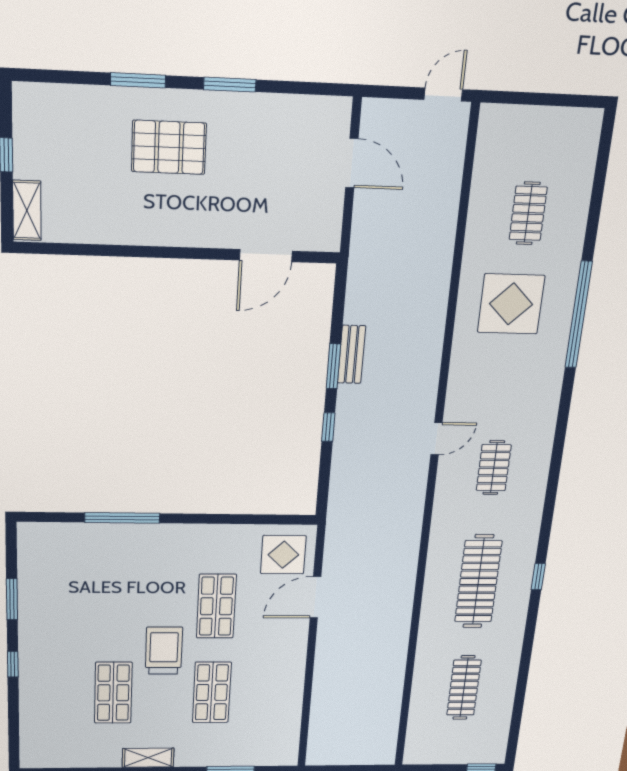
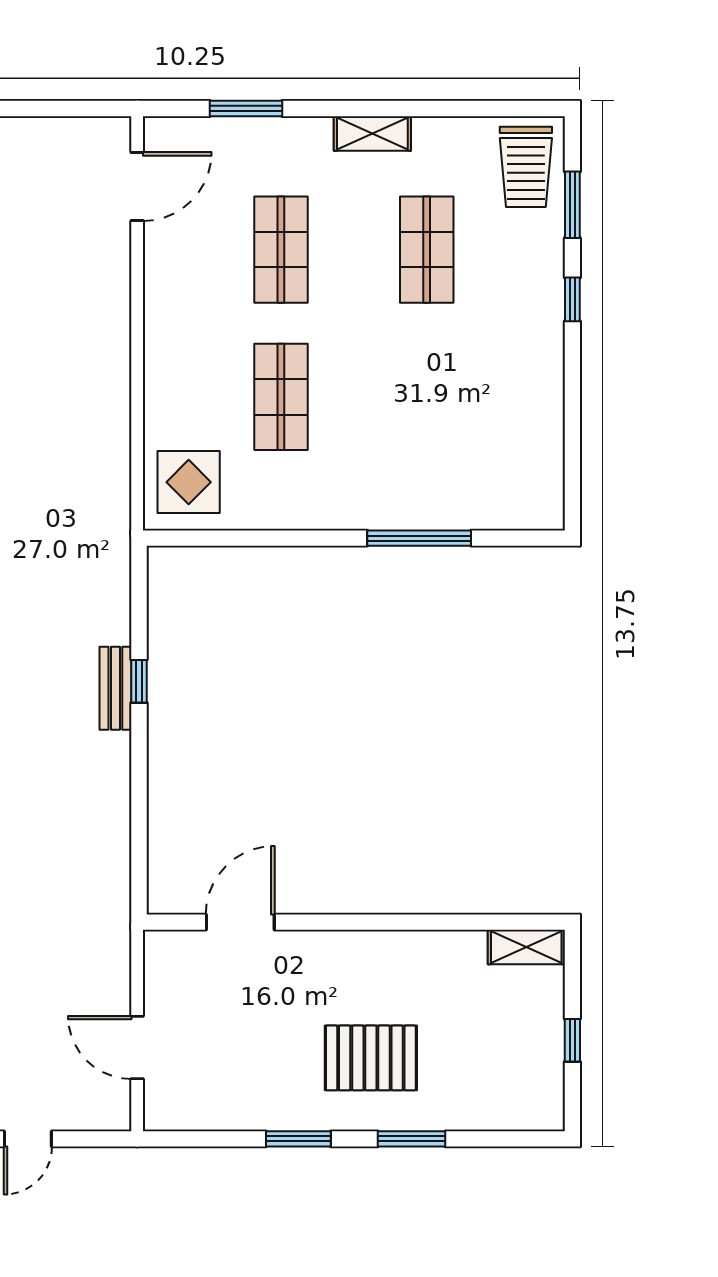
shelving: (27, 210) -> (526, 947), moved, turned 90
bench: (352, 354) -> (115, 688), moved
window: (333, 366) -> (139, 771), removed
door: (315, 597) -> (137, 187), moved
window: (12, 599) -> (572, 205), moved
trolley: (164, 651) -> (526, 167), moved

